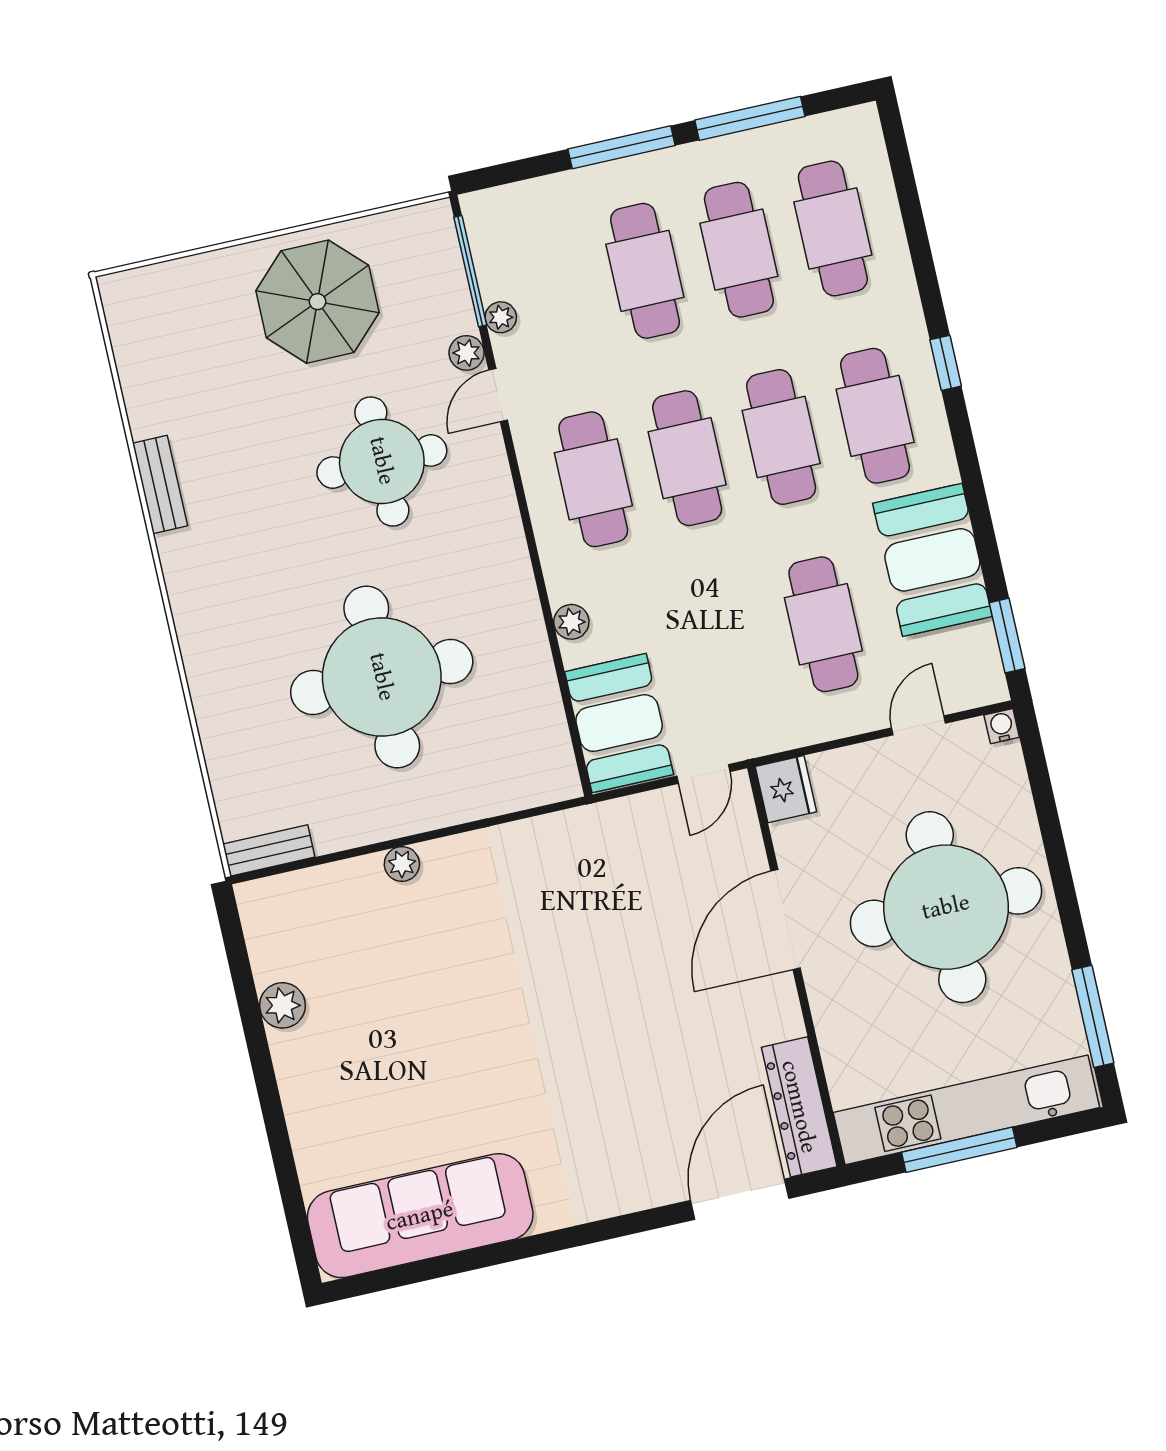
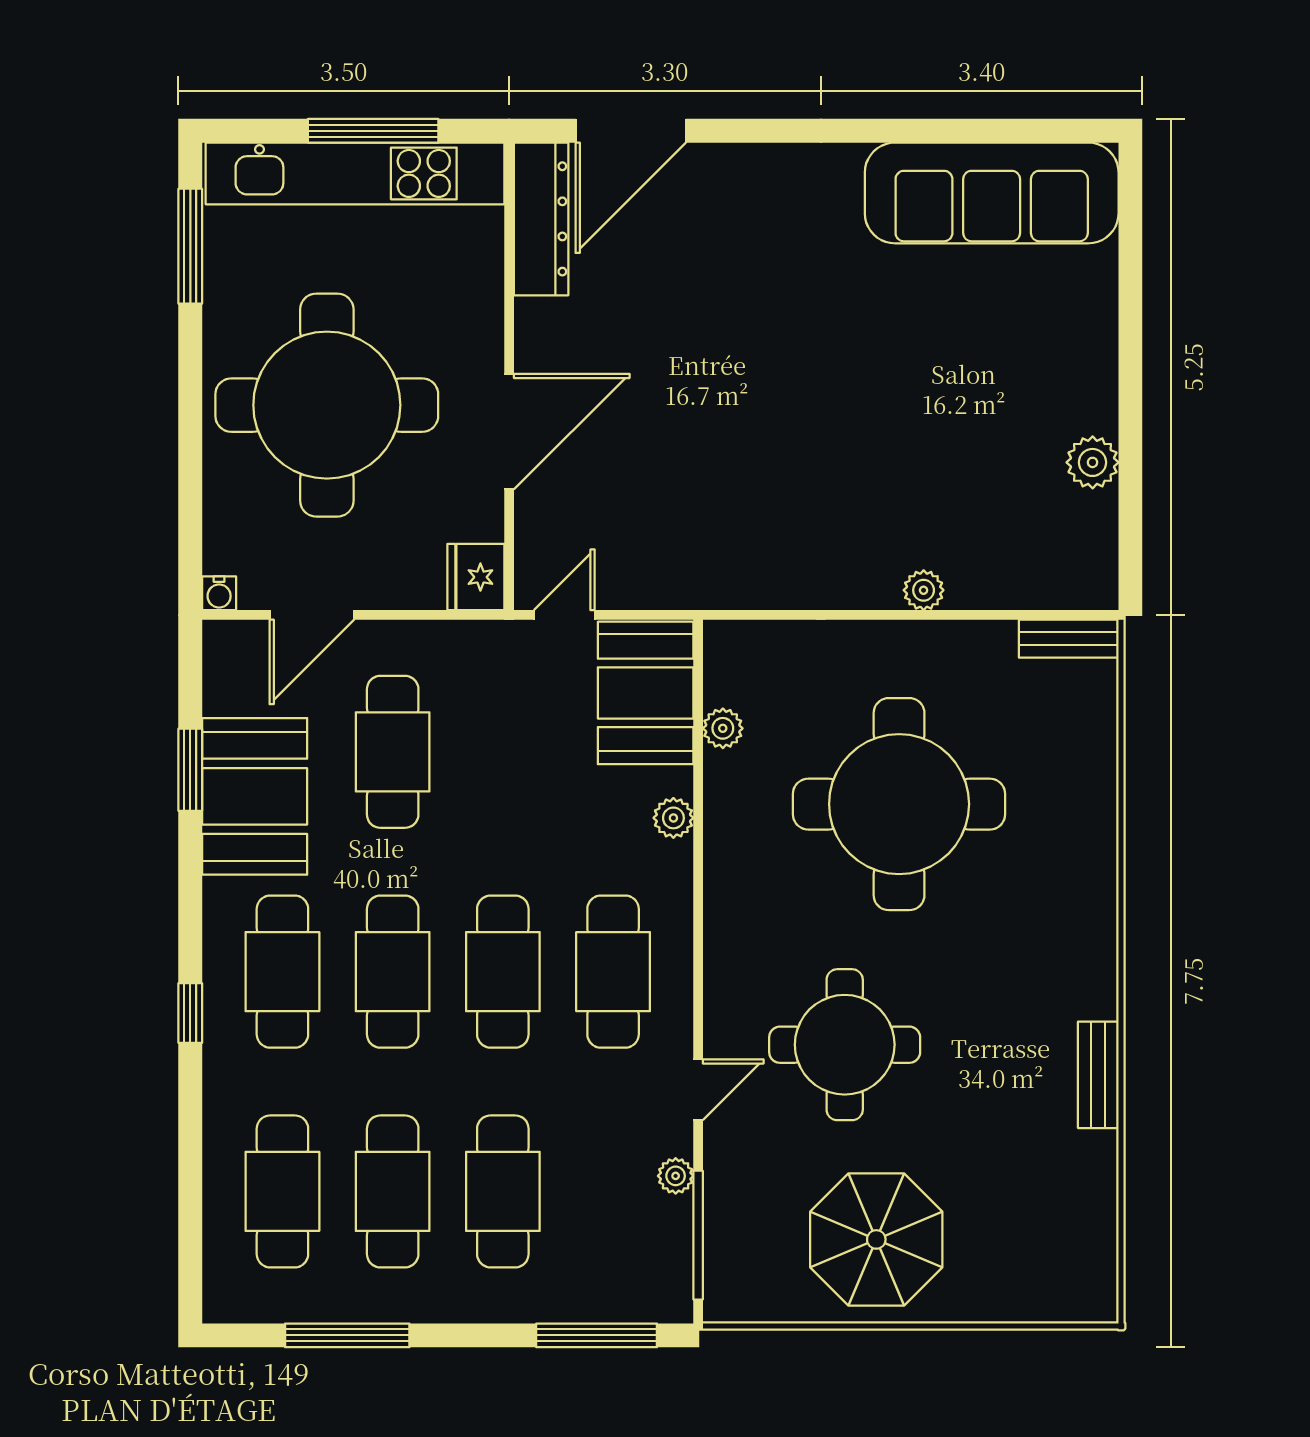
window: (621, 147) -> (597, 1335), moved
plant: (467, 353) -> (723, 728), moved
window: (1007, 636) -> (190, 770), moved
door: (918, 725) -> (312, 615), width x1.38

